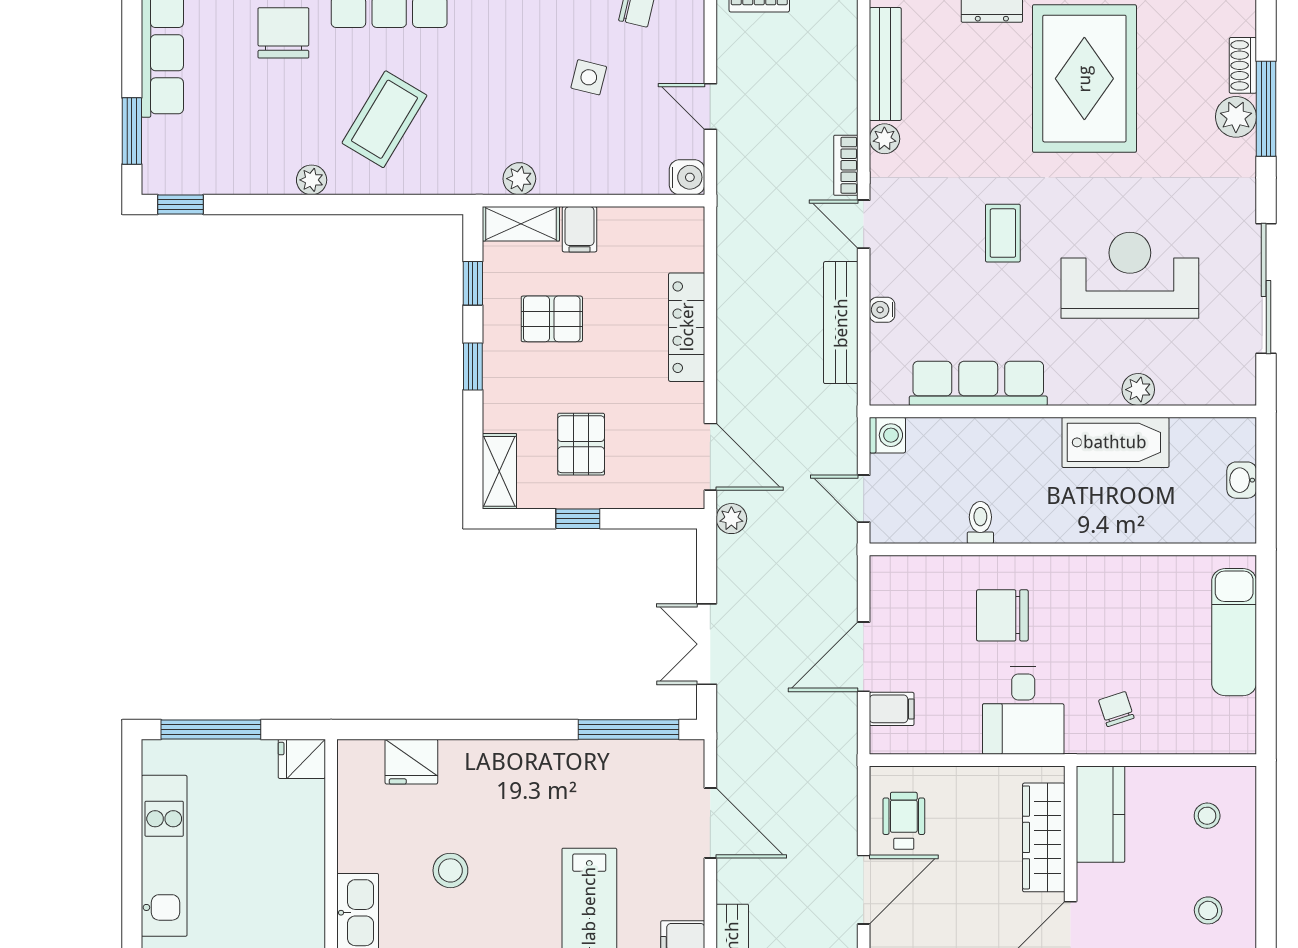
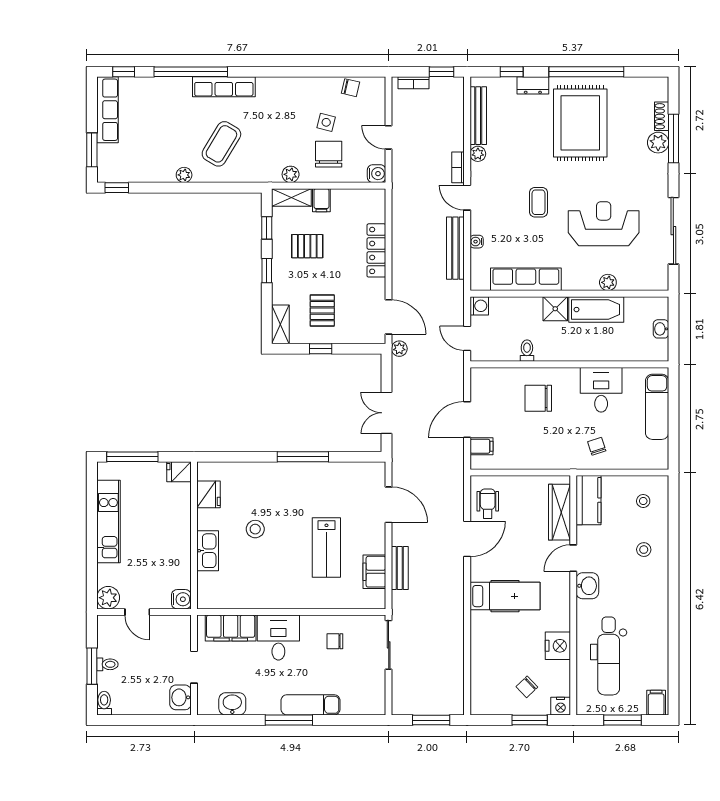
chair: (283, 33) -> (329, 154), moved
shower: (1035, 441) -> (555, 309), added
desk: (1023, 711) -> (601, 390), moved, turned 180
window: (628, 729) -> (303, 457), moved
fridge: (411, 762) -> (209, 494), moved, turned -90

